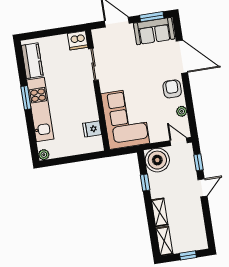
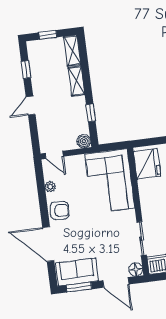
floor lamp: (98, 35) -> (136, 269), added
armchair: (172, 89) -> (60, 211), turned -85
fridge: (92, 129) -> (147, 164), width x1.88, depth x1.34
boiler: (157, 160) -> (84, 141), width x0.54, depth x0.54
window: (198, 162) -> (26, 70), moved

